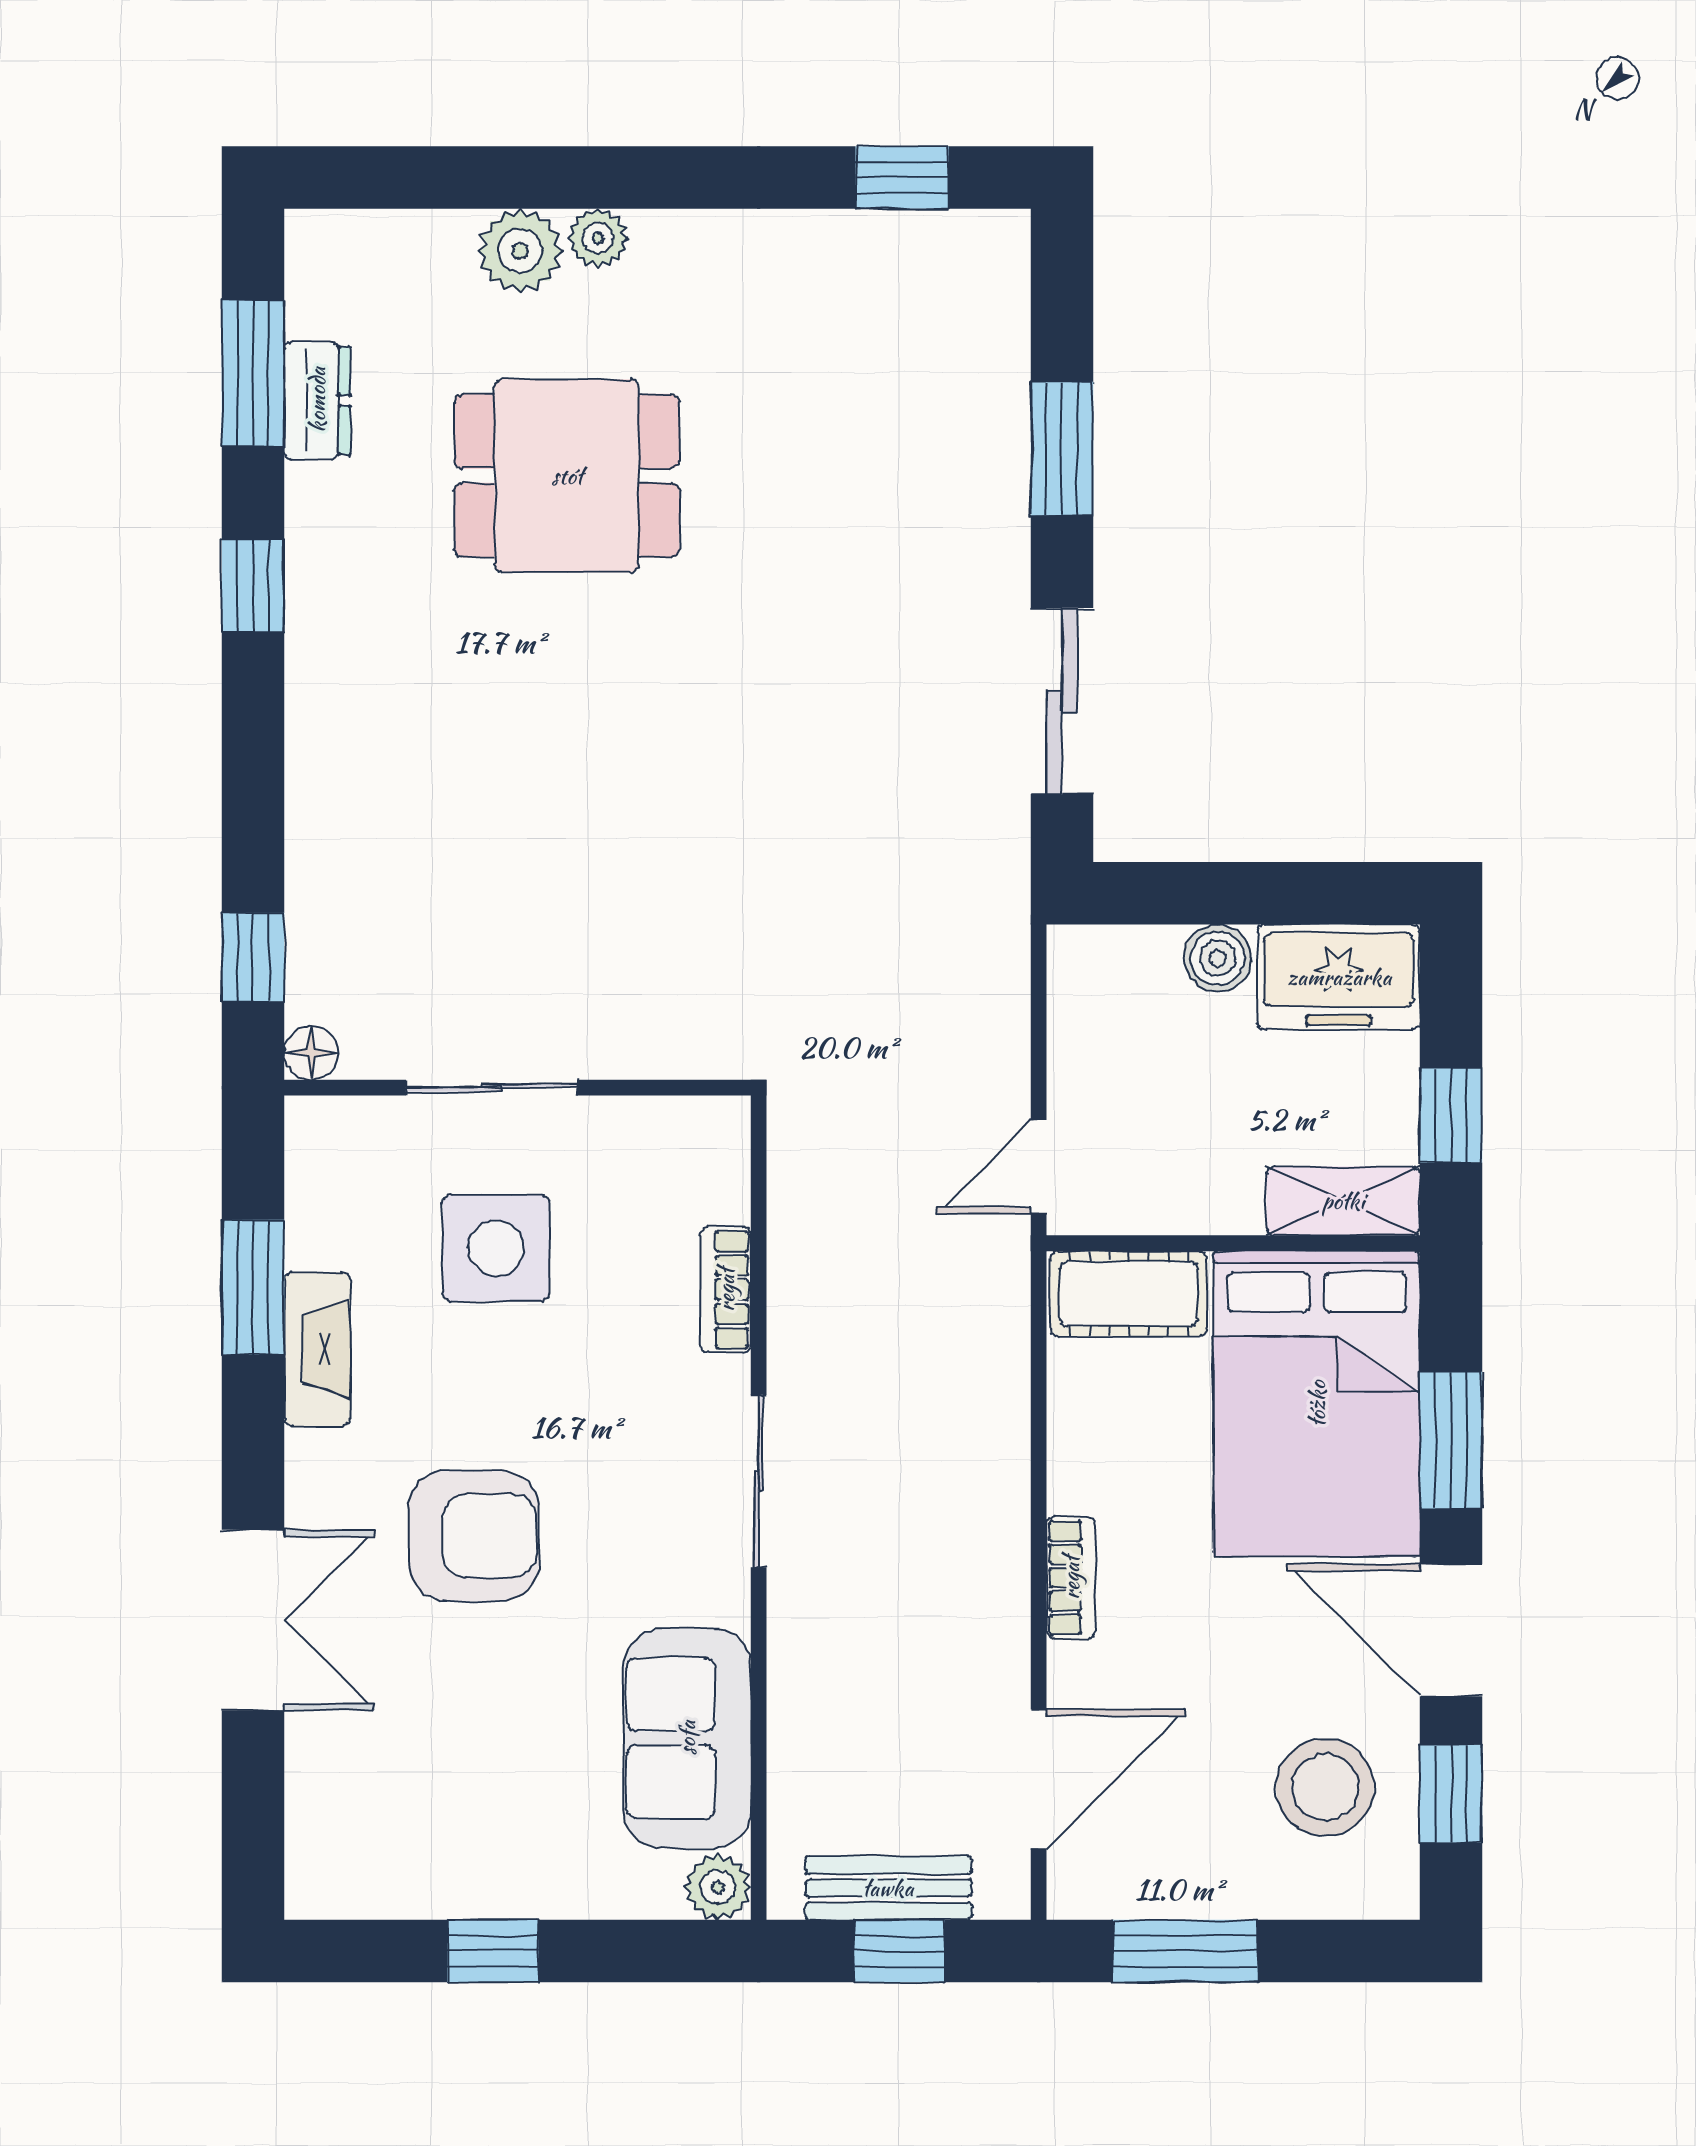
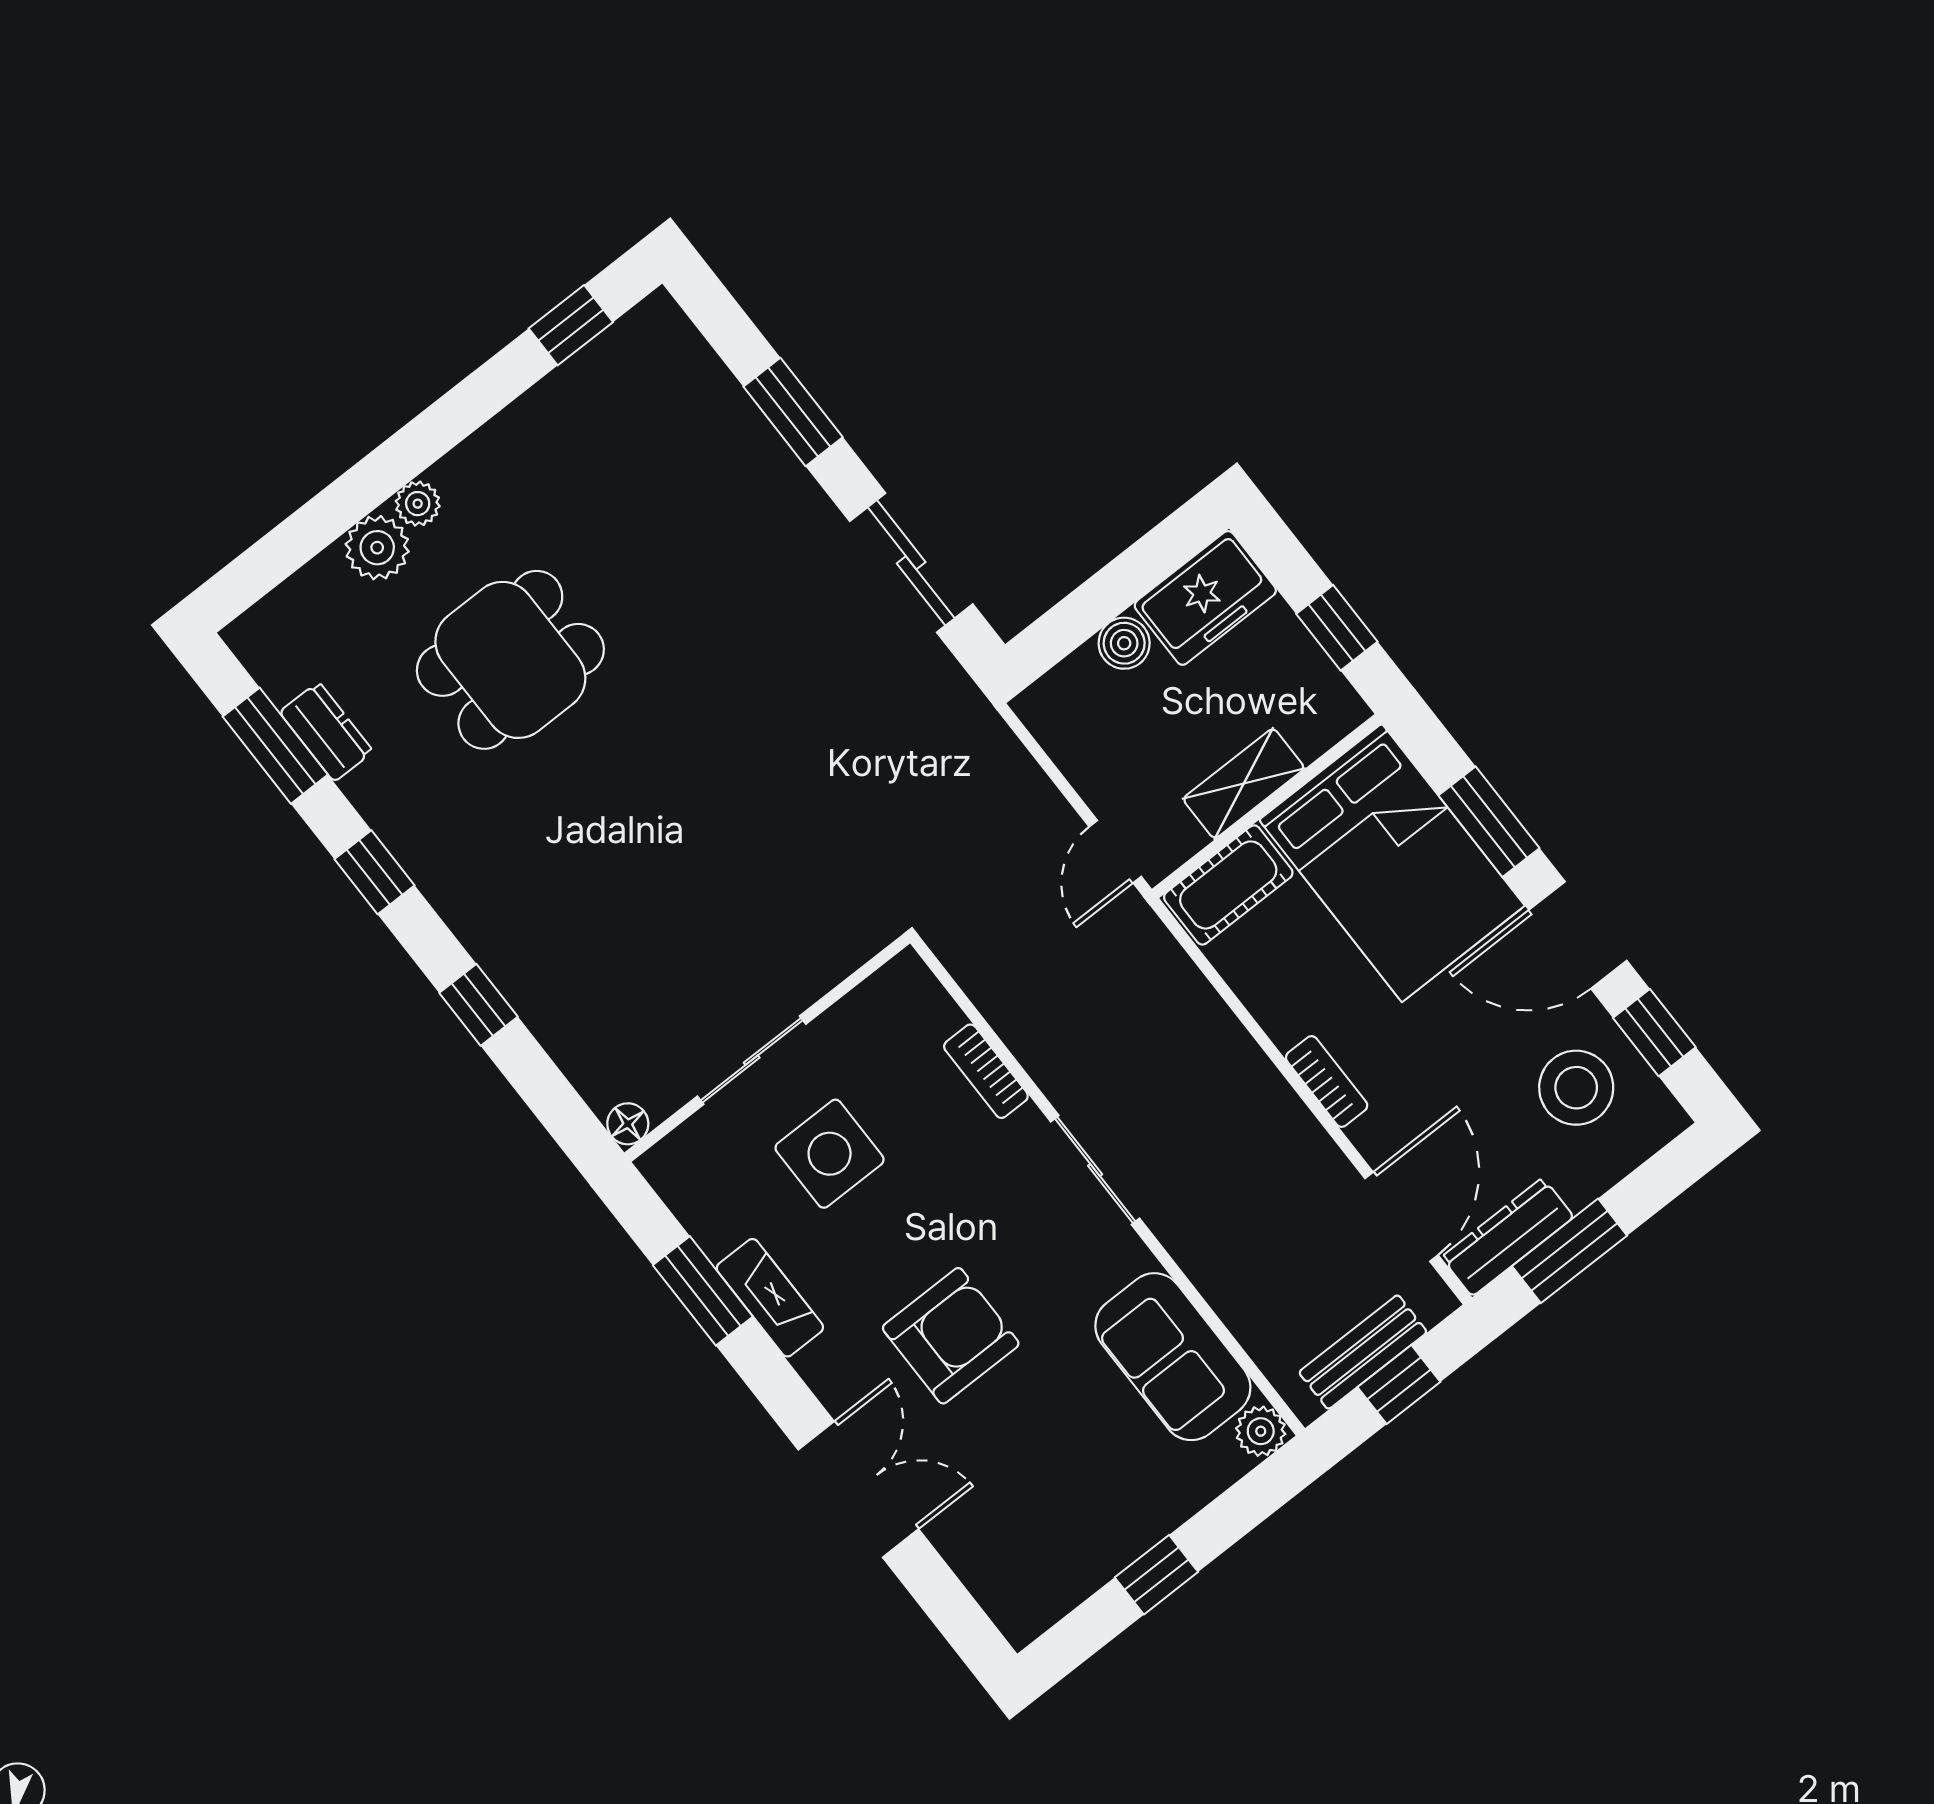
window: (253, 957) -> (479, 1005), moved
shelving: (1343, 1201) -> (1244, 783), moved
dresser: (1132, 1886) -> (1508, 1237), added

